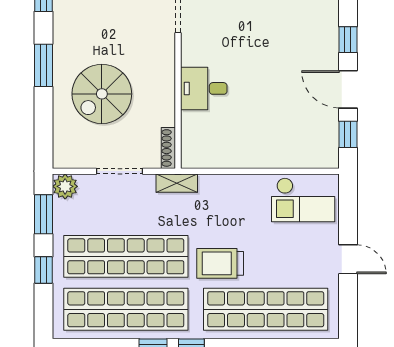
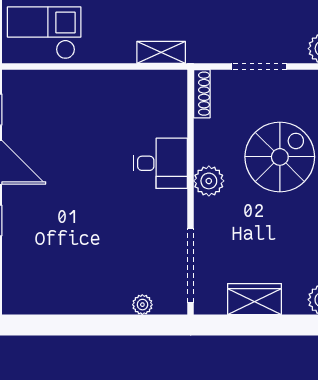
plant: (163, 73) -> (209, 181), added
shelving: (177, 183) -> (161, 52), moved

